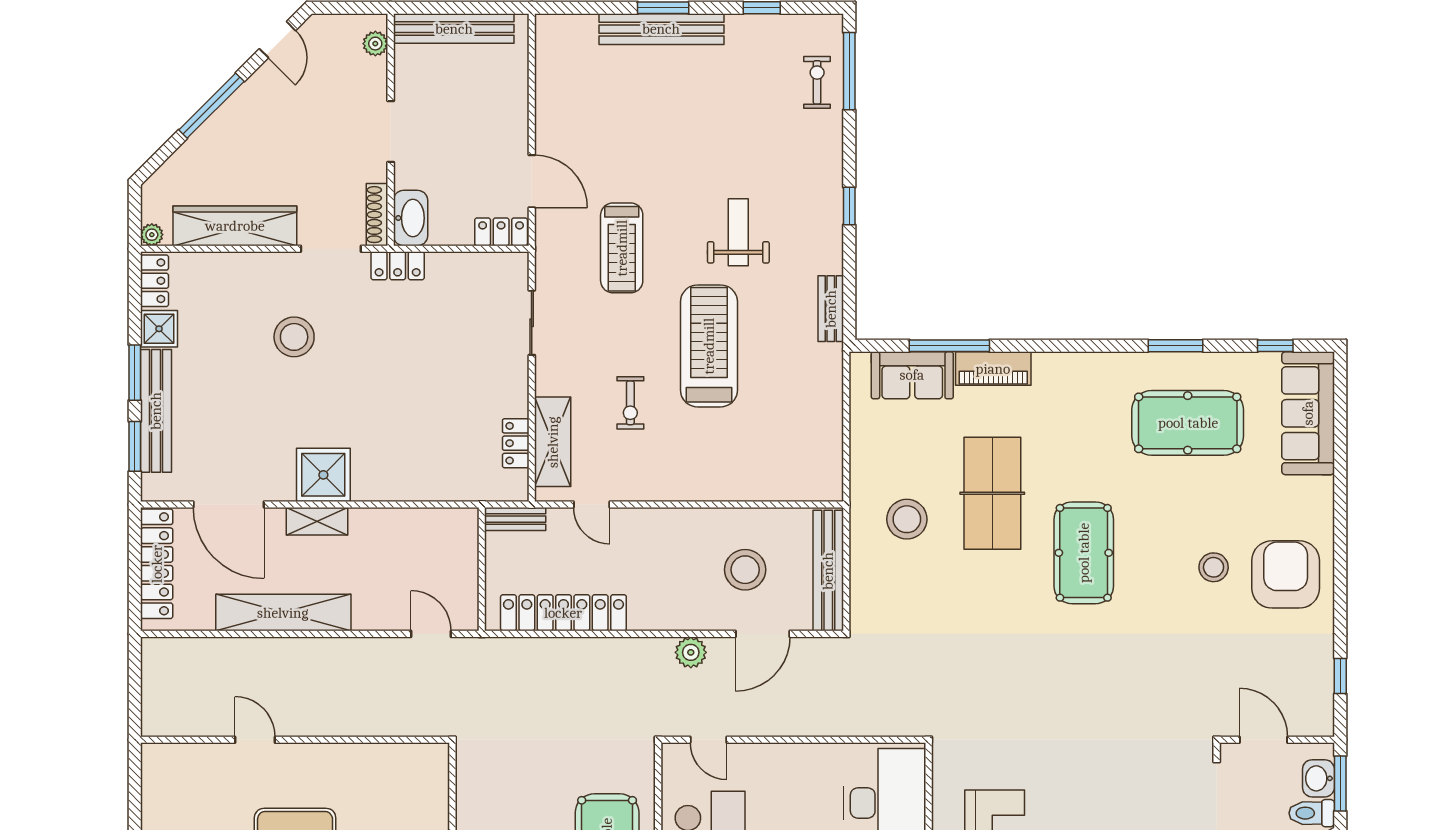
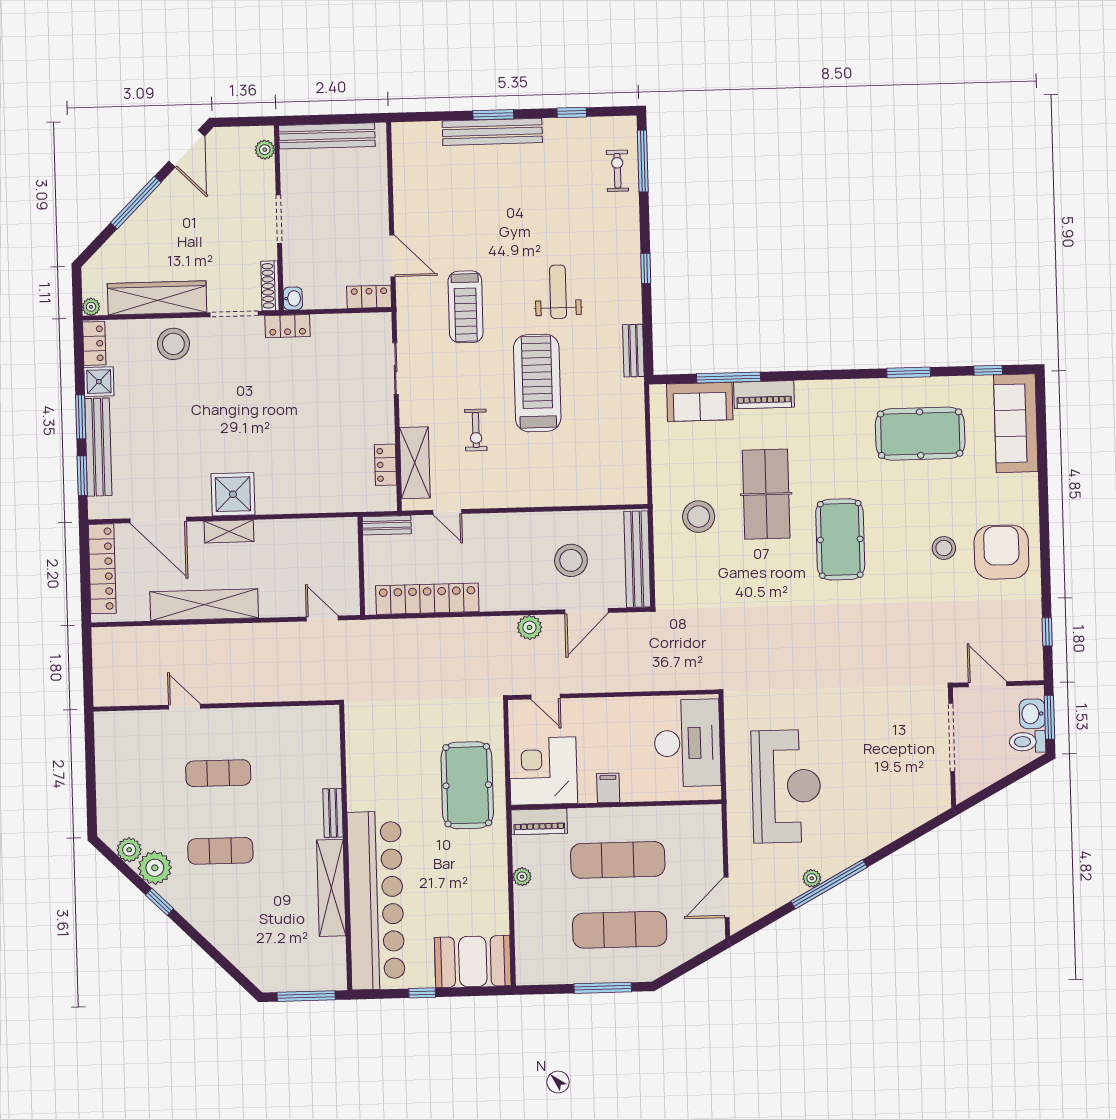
door: (277, 40) -> (187, 149), width x1.38
washbasin: (411, 218) -> (293, 298), width x0.52, depth x0.69
stool: (294, 337) -> (173, 344), moved

